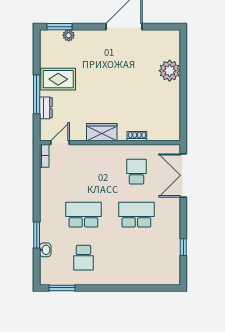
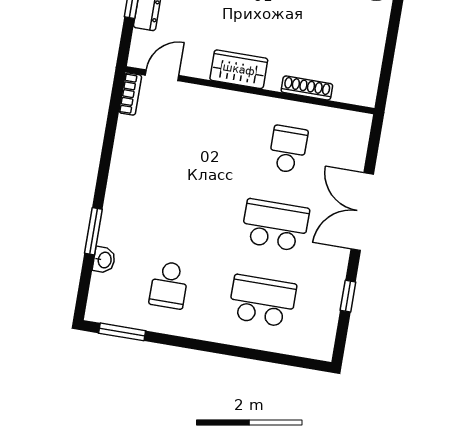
shoe rack: (137, 136) -> (307, 88), width x1.43
double door: (183, 175) -> (362, 212), moved
school desk: (83, 215) -> (262, 301), moved

